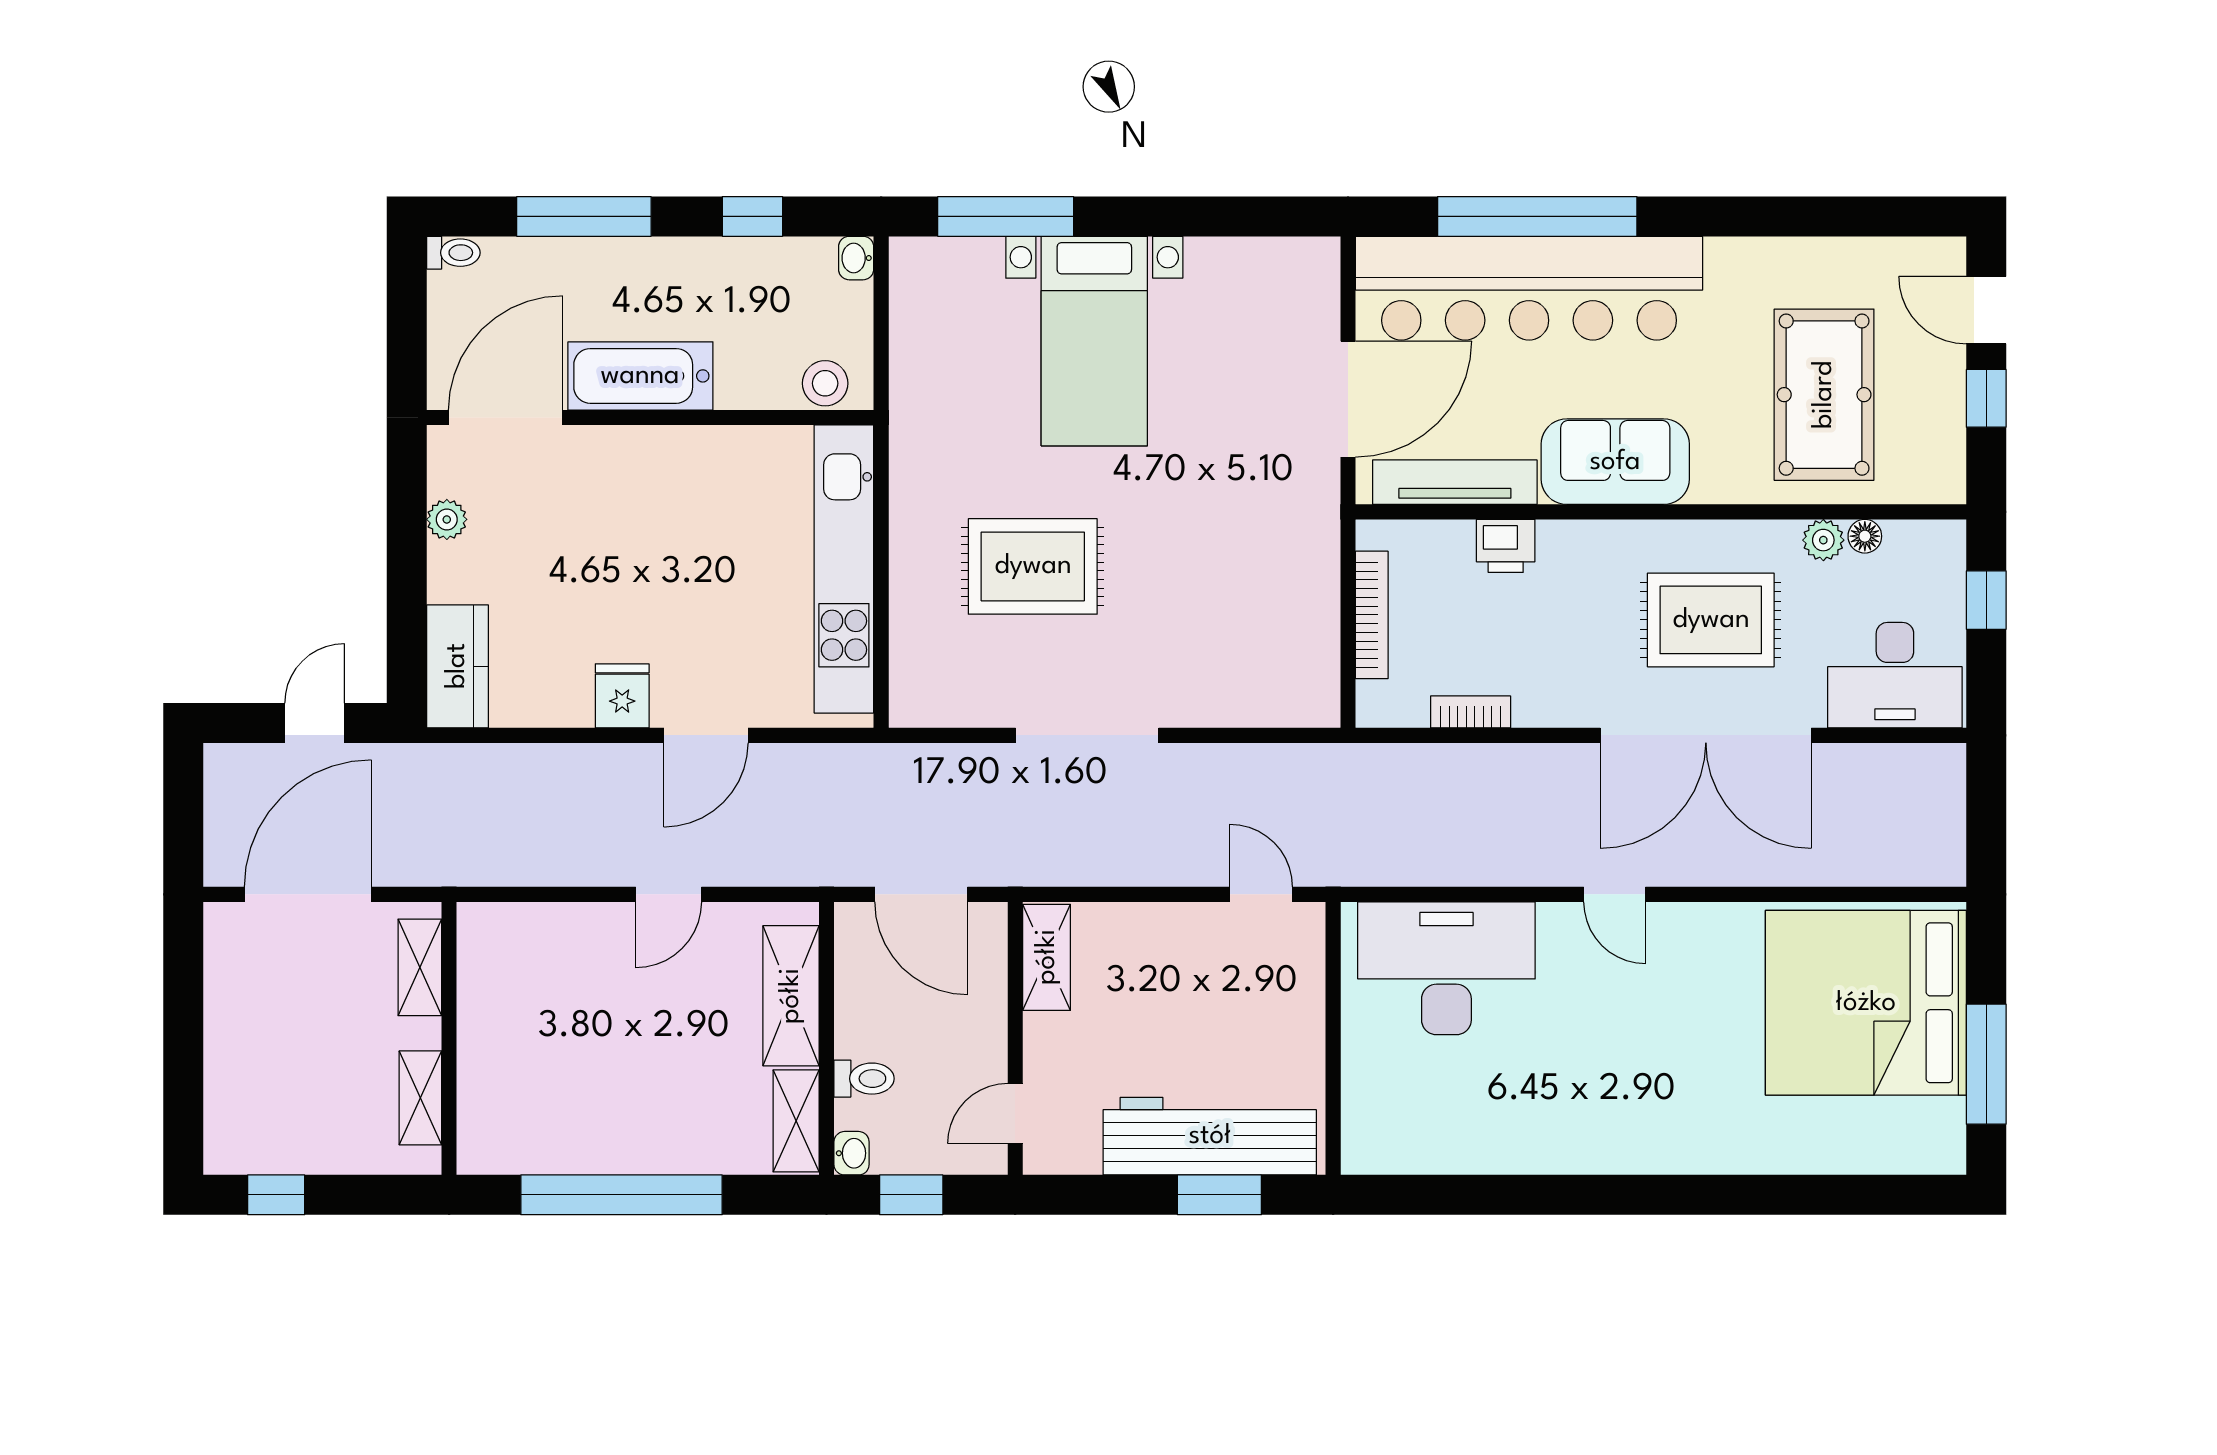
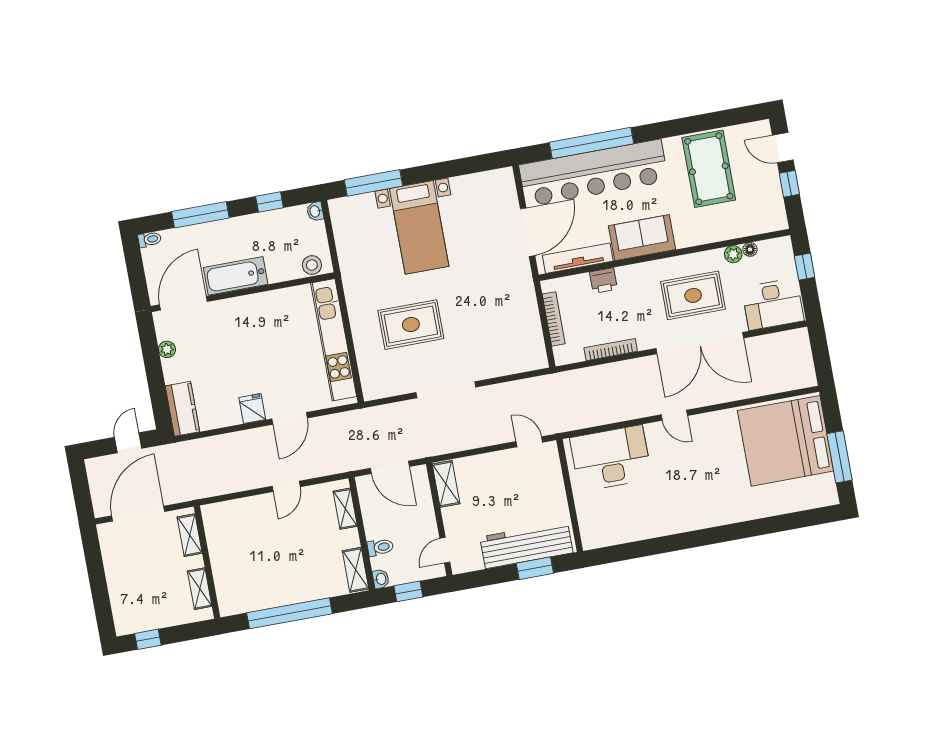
pool table: (1824, 395) -> (709, 169), moved
bookcase: (1471, 712) -> (611, 350), width x1.56
shelving: (791, 996) -> (345, 509), width x0.67, depth x0.75

